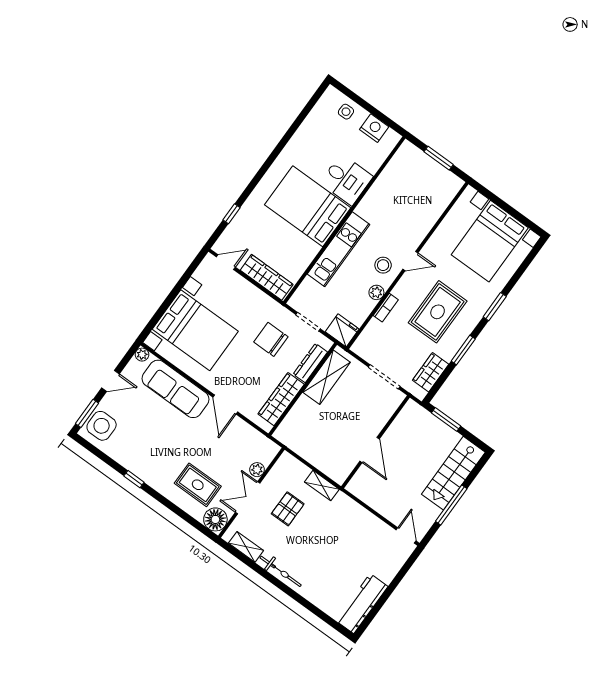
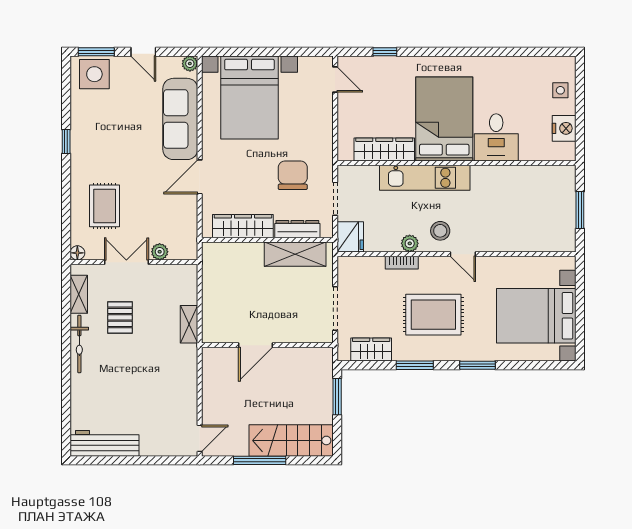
wardrobe: (267, 277) -> (384, 149), moved, turned -90
pallet: (288, 509) -> (120, 317), moved, turned 90
floor lamp: (215, 519) -> (77, 253), width x0.53, depth x0.53

